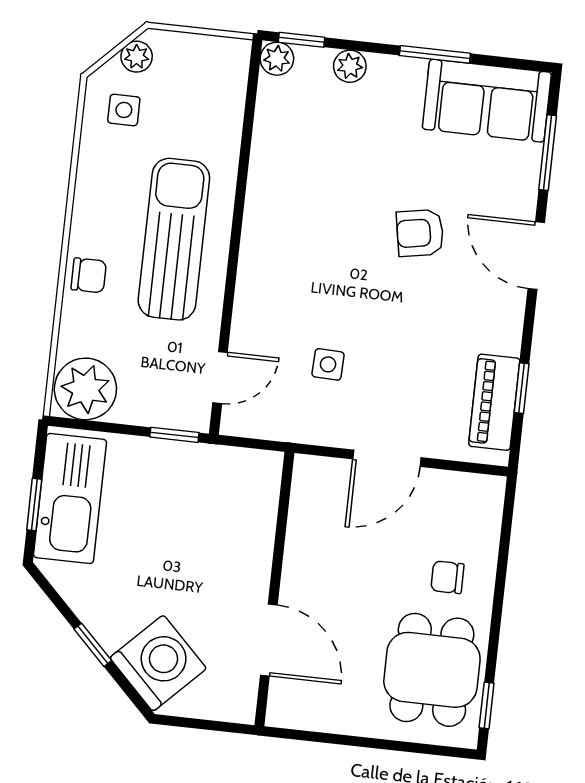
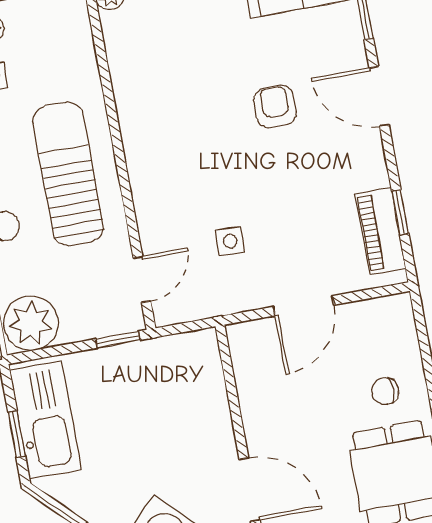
armchair: (420, 233) -> (275, 106), turned 100

